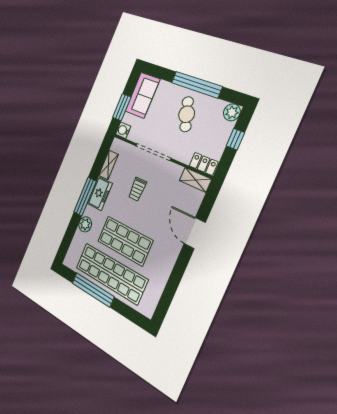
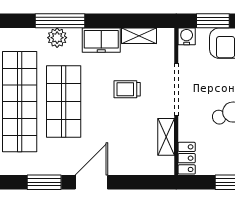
shelving: (195, 180) -> (166, 137), moved
window: (85, 197) -> (60, 21), moved
door: (195, 233) -> (91, 182), moved
window: (172, 286) -> (44, 182), added

